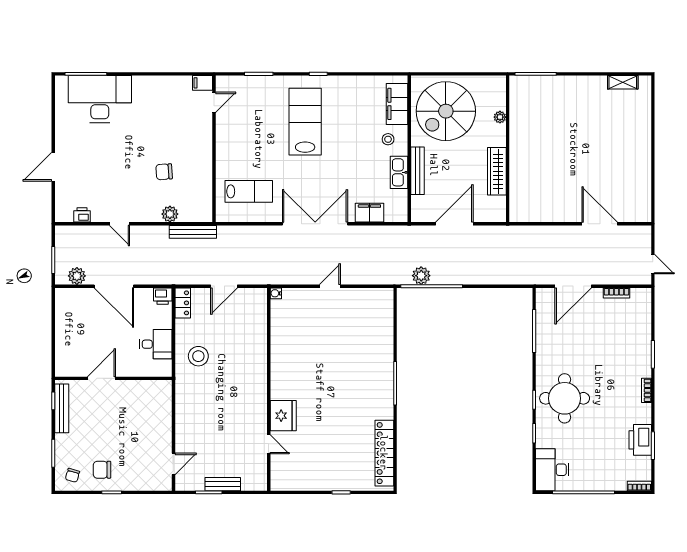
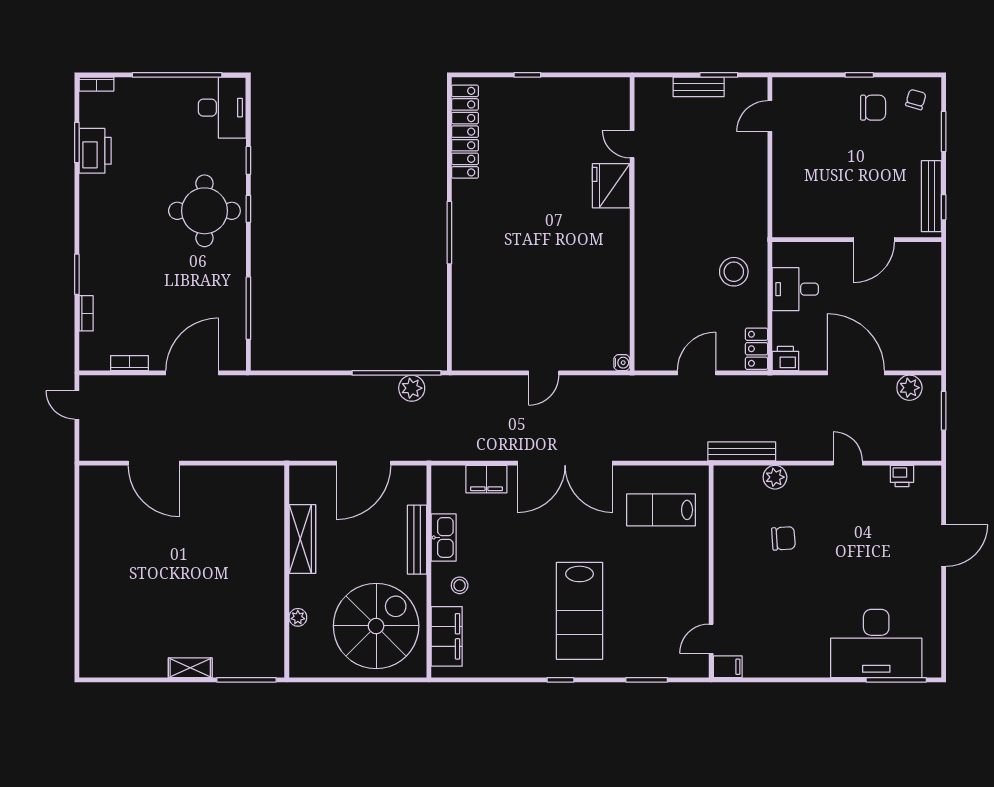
shelving: (623, 82) -> (190, 668), moved
bookcase: (646, 390) -> (86, 313), moved

